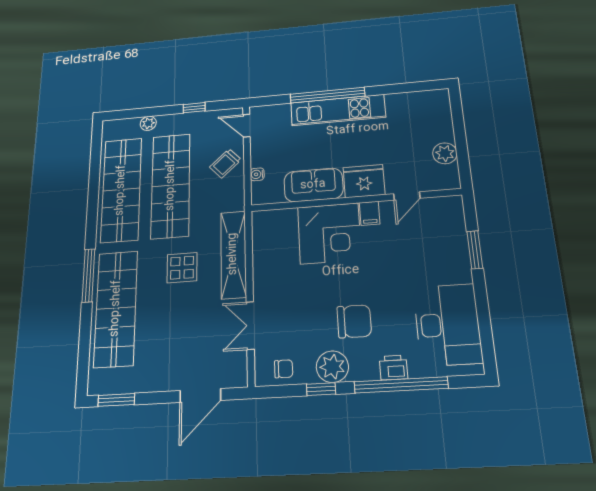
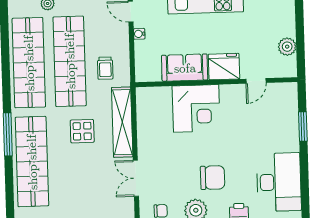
trolley: (225, 163) -> (105, 68), moved, turned -47
water cooler: (257, 174) -> (139, 34), moved
filing cabinet: (370, 213) -> (227, 94), removed

